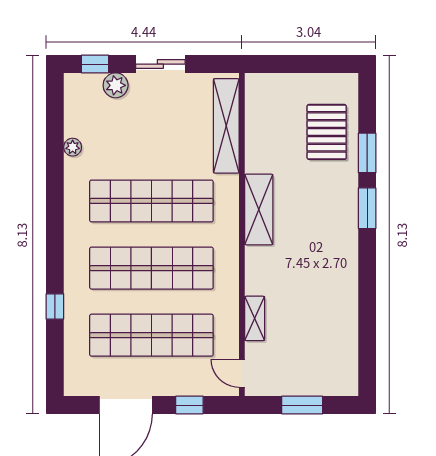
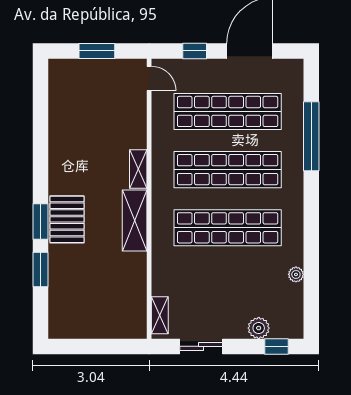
sliding door: (160, 64) -> (201, 346), moved
shelving: (226, 126) -> (160, 315), width x0.45, depth x0.75
pallet: (327, 132) -> (67, 219), moved
window: (55, 306) -> (311, 136), width x3.17
shelving: (255, 318) -> (138, 169), moved

